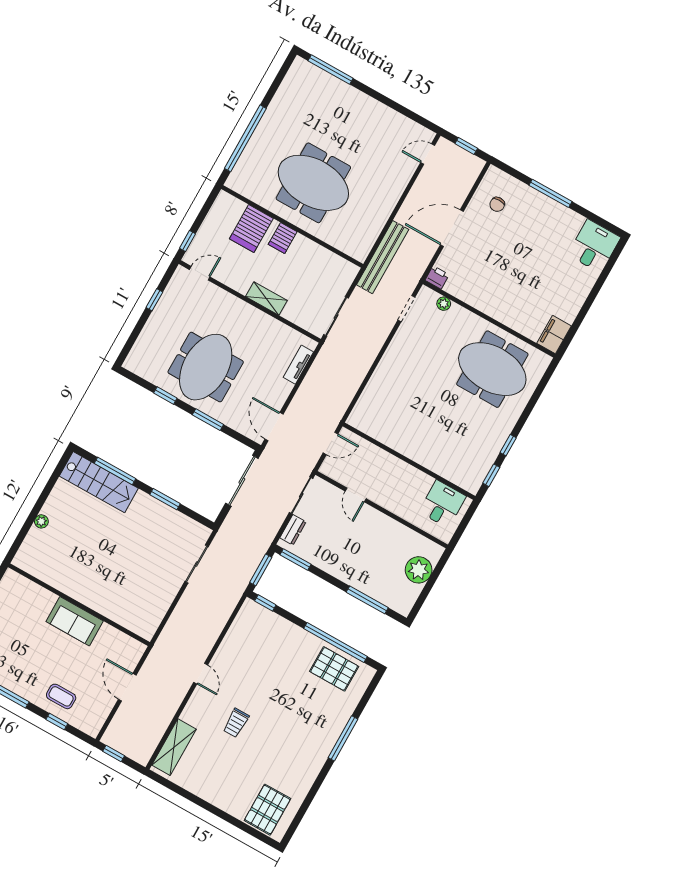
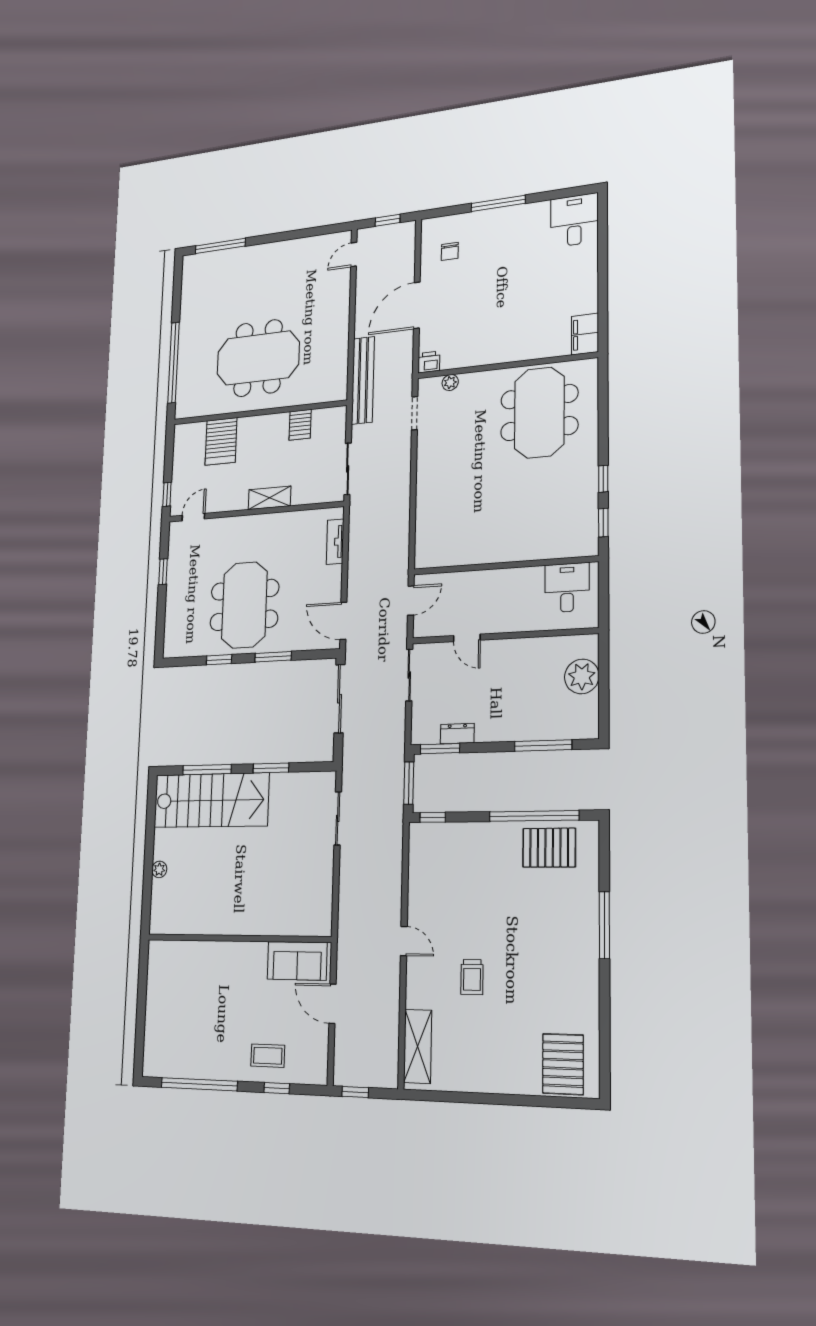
server rack: (283, 238) -> (300, 425), moved
meeting table: (492, 369) -> (539, 413), turned 90
stairs: (99, 482) -> (211, 800), width x1.36, depth x1.51
dresser: (293, 530) -> (457, 734), moved, turned -90
sofa: (75, 621) -> (297, 961), moved

